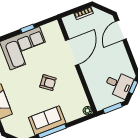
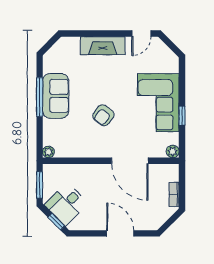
plant: (54, 26) -> (173, 151), added
door: (121, 30) -> (120, 233), moved

